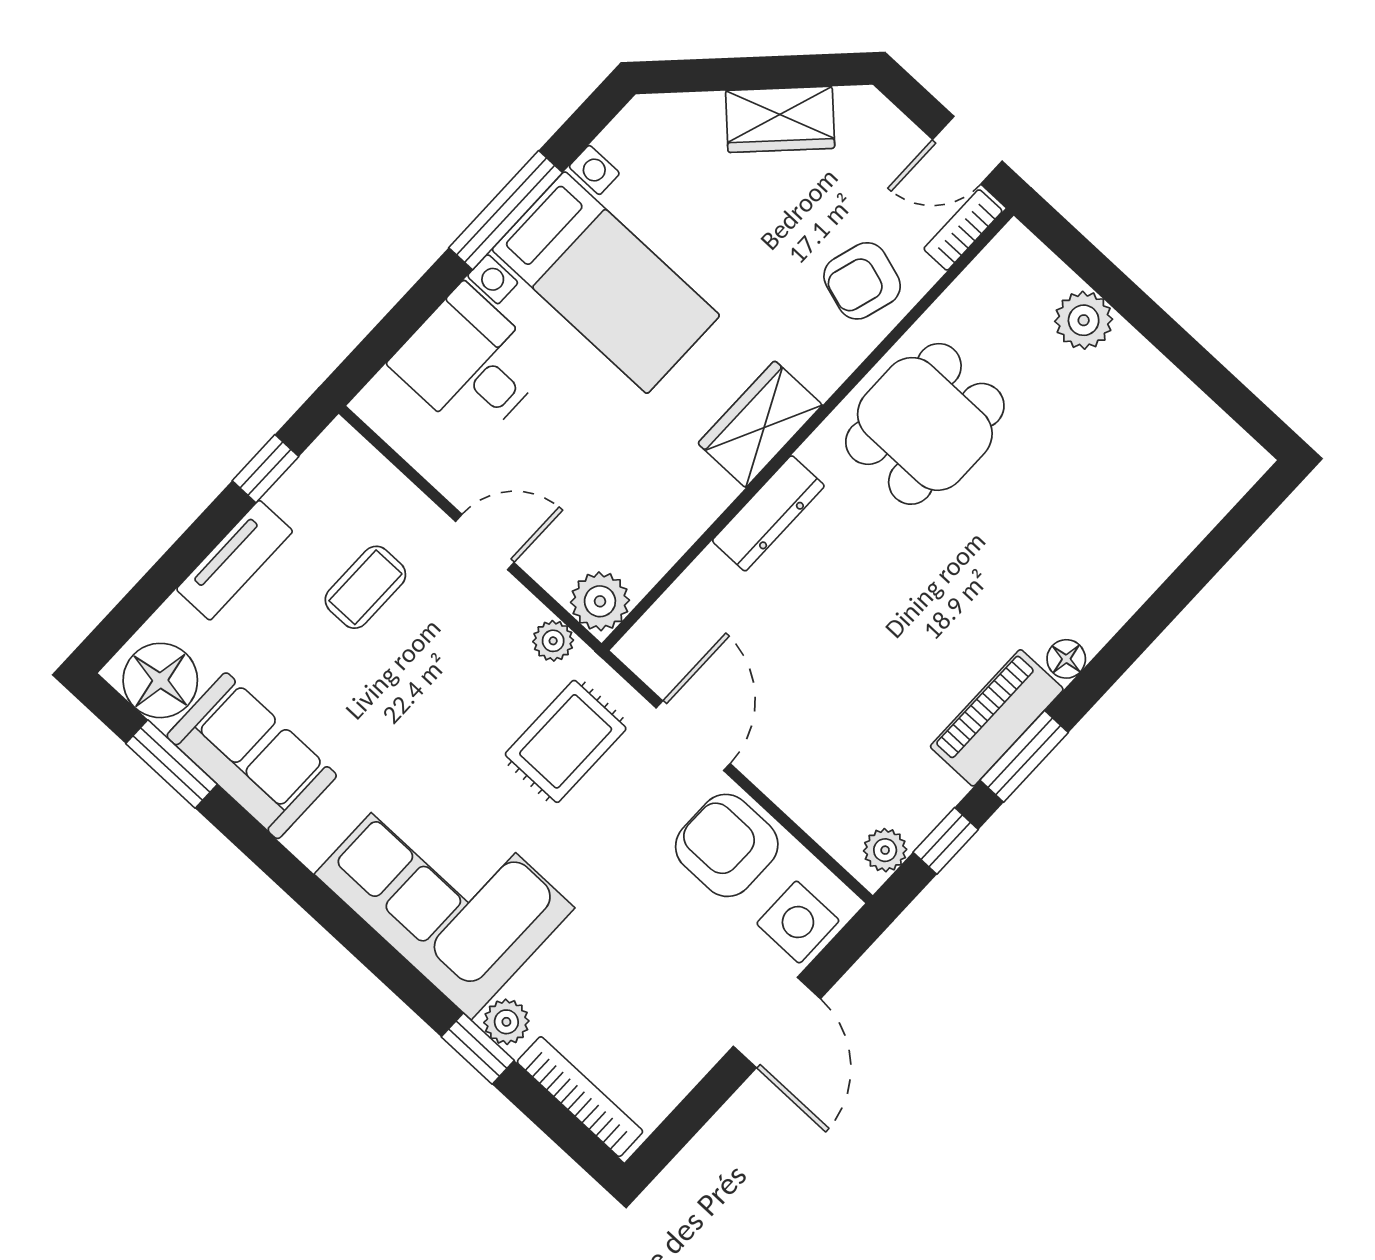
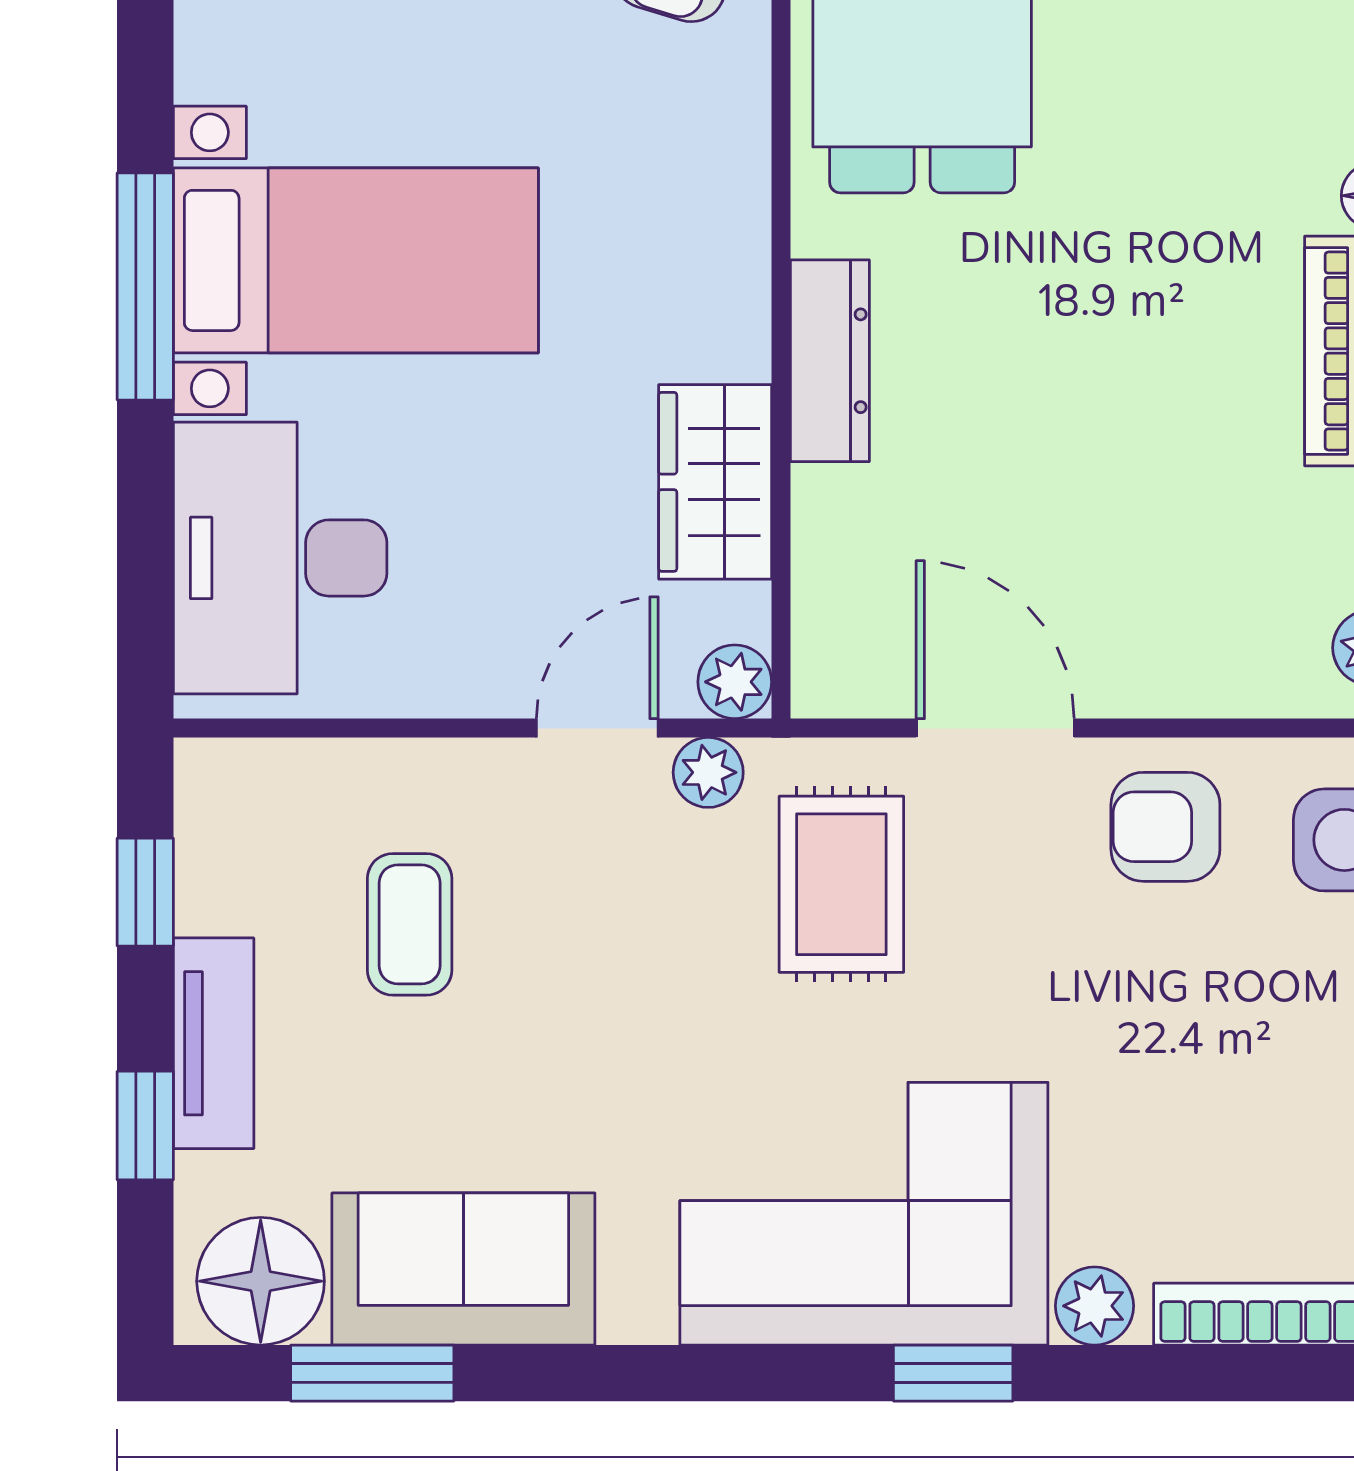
desk: (470, 364) -> (280, 558), width x1.37
wardrobe: (760, 424) -> (715, 482), moved
door: (485, 542) -> (597, 728), moved
window: (173, 568) -> (145, 1126), added
plant: (600, 601) -> (735, 682), width x0.73, depth x0.73
armchair: (727, 845) -> (1165, 827), width x0.72, depth x0.72
window: (478, 1049) -> (953, 1373), moved

